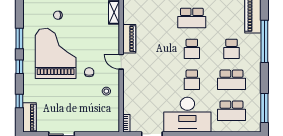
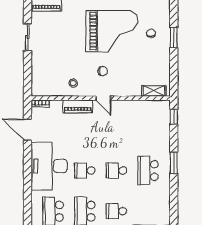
piano: (129, 39) -> (78, 106), moved
door: (121, 62) -> (103, 98), swing flipped
chair: (89, 72) -> (103, 71), moved

